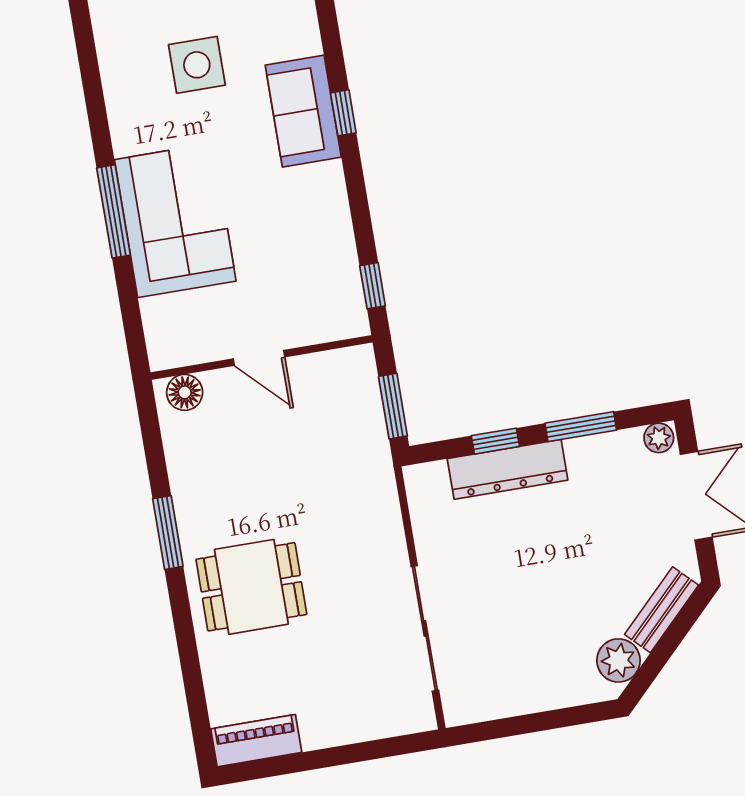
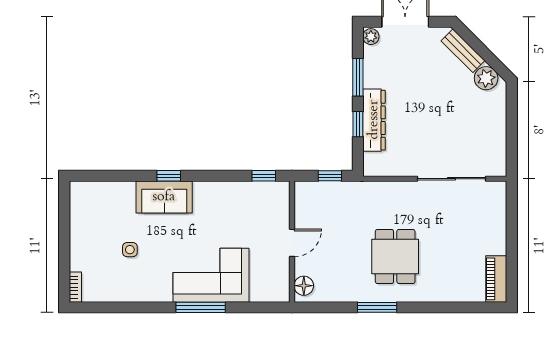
side table: (197, 65) -> (130, 250), width x0.54, depth x0.54
window: (393, 406) -> (330, 176), width x0.67
dining table: (251, 587) -> (395, 256), moved

